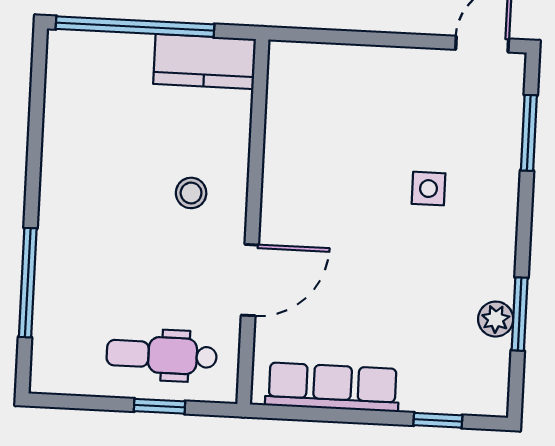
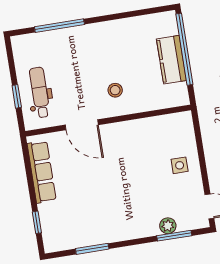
kitchen counter: (205, 61) -> (171, 60), moved
side table: (428, 189) -> (180, 165), moved
plant: (496, 319) -> (168, 226), moved

